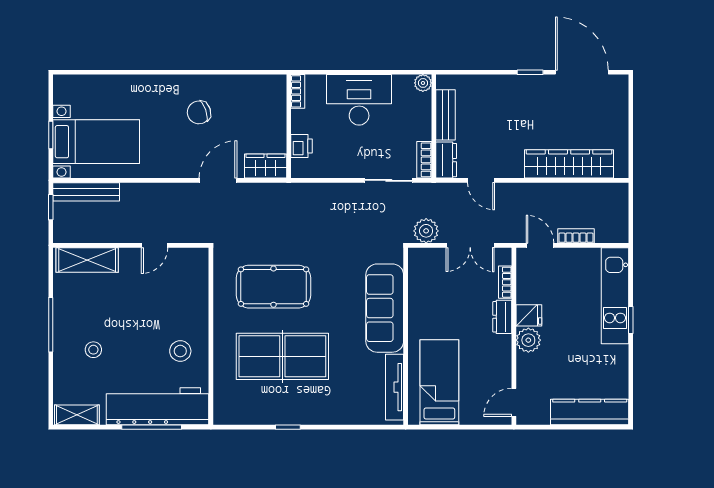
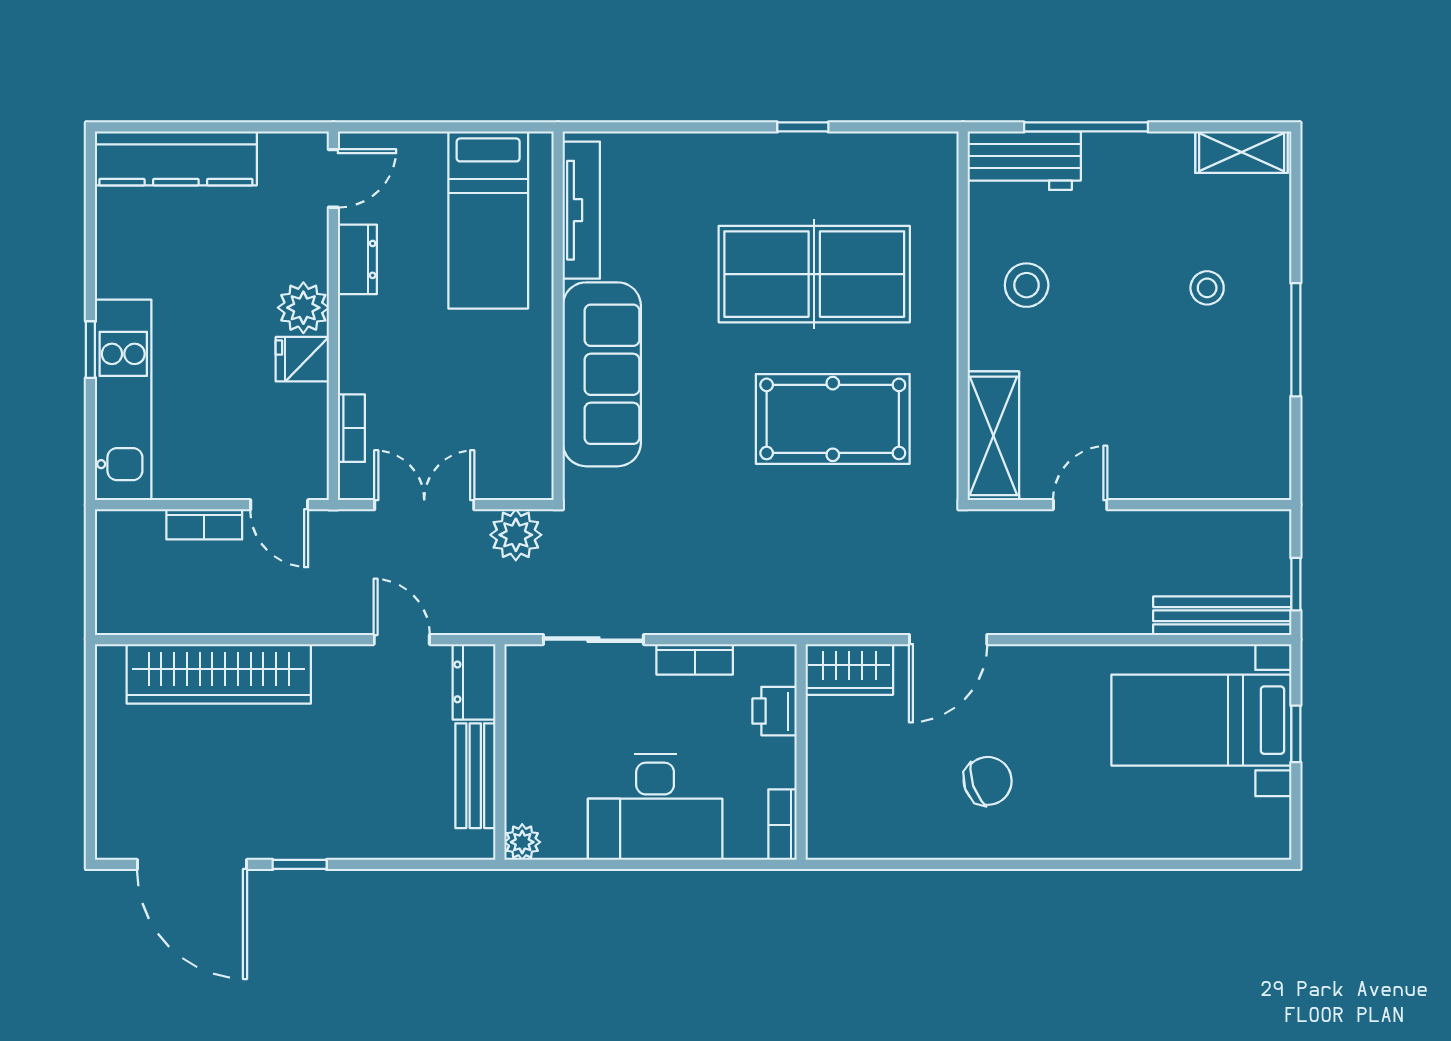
bookcase: (424, 160) -> (695, 659), moved, turned 90
shelving: (87, 260) -> (993, 436), moved, turned 90
dresser: (502, 317) -> (357, 259), moved
workbench: (158, 406) -> (1024, 161), width x0.53, depth x0.76

